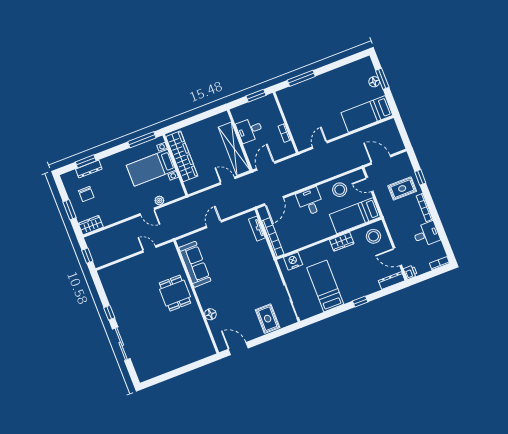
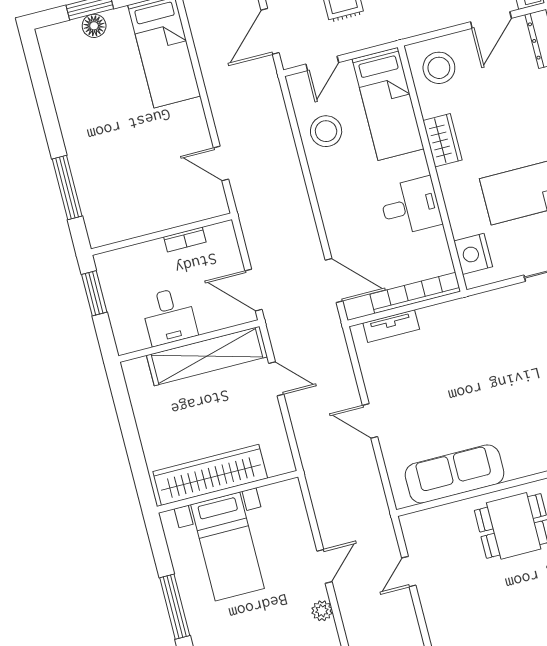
window: (142, 140) -> (175, 607), moved
door: (228, 181) -> (276, 379), swing flipped
plant: (159, 200) -> (322, 611), moved
desk: (310, 201) -> (411, 206), moved, turned 180

